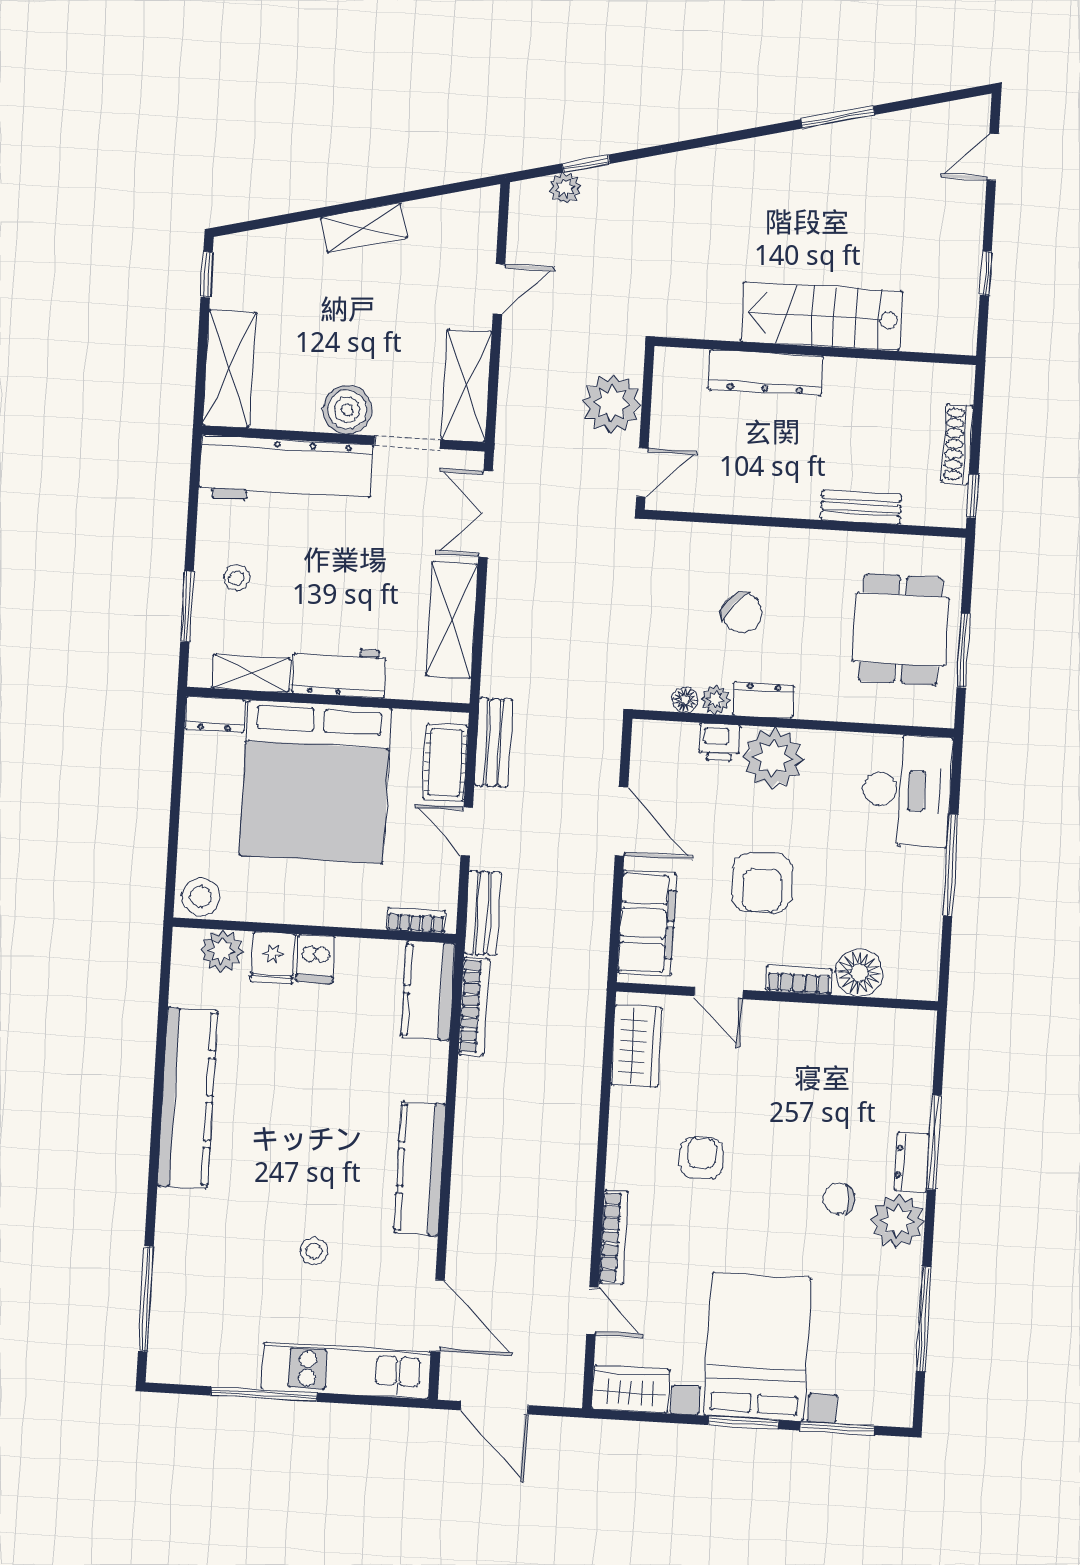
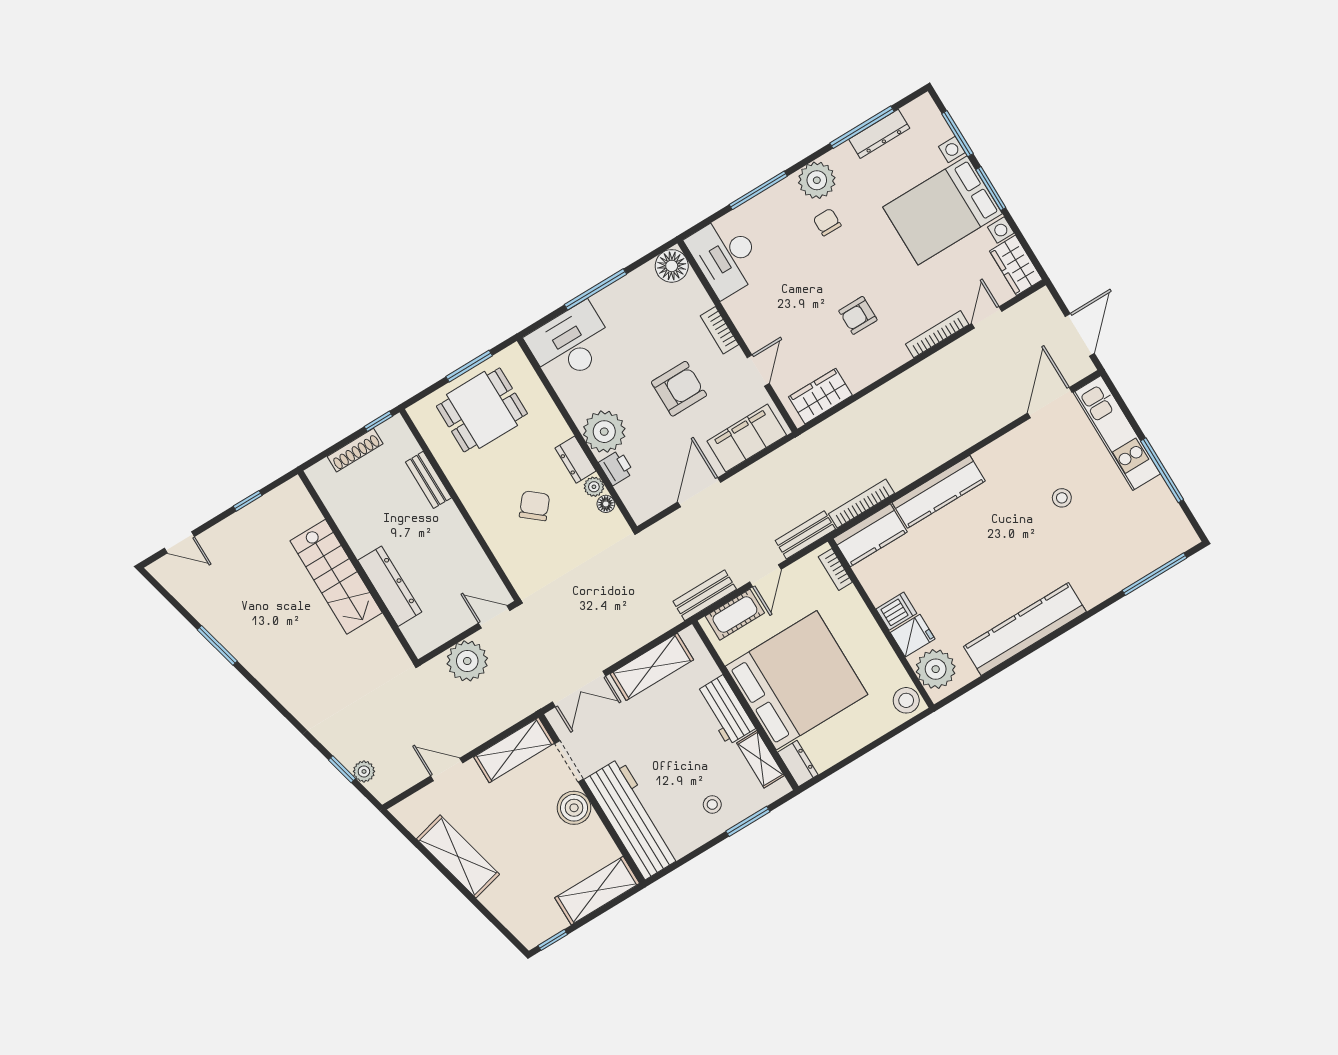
shelving: (364, 228) -> (458, 857), width x1.50, depth x1.33
plant: (222, 951) -> (936, 669), width x1.36, depth x1.36
floor lamp: (859, 973) -> (672, 266), moved
desk: (882, 1049) -> (726, 256), added
dresser: (912, 1162) -> (879, 134), moved, width x1.44
kitchen counter: (420, 1168) -> (939, 492), moved
chair: (839, 1199) -> (827, 222), turned 180

